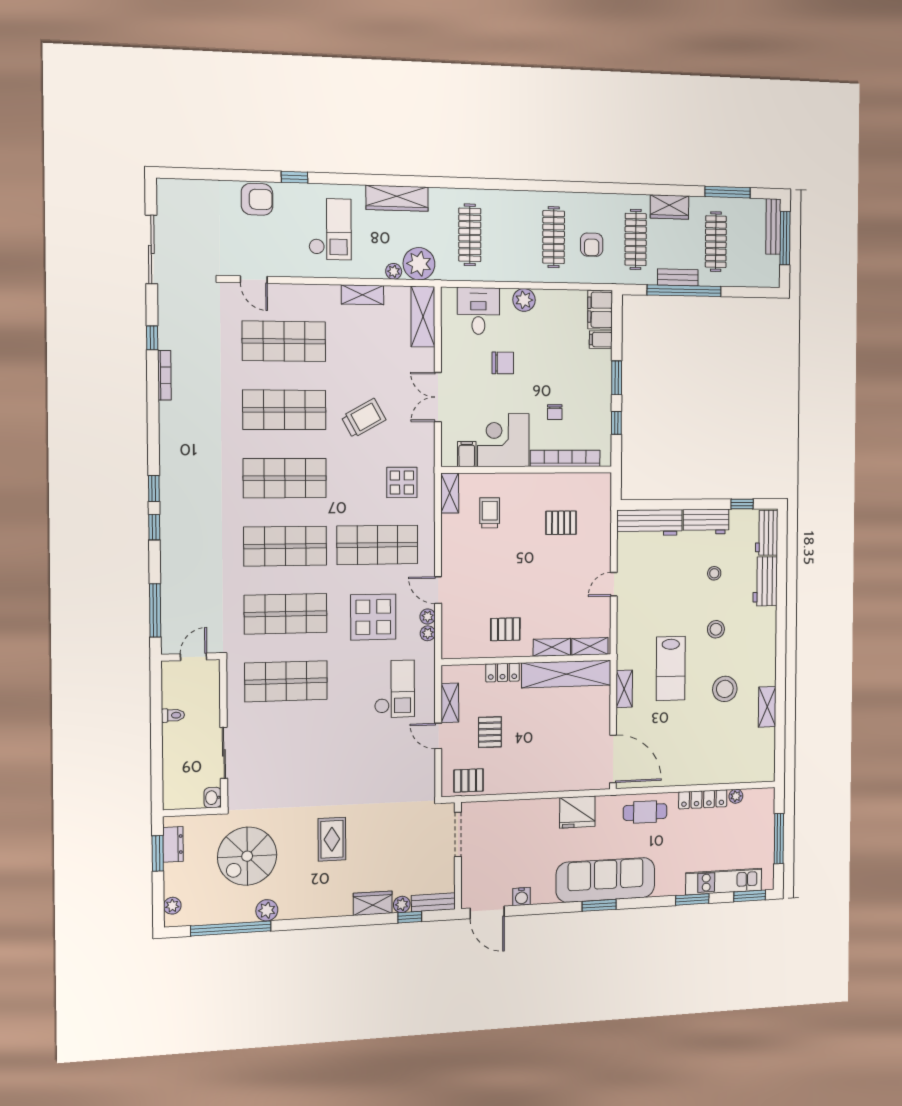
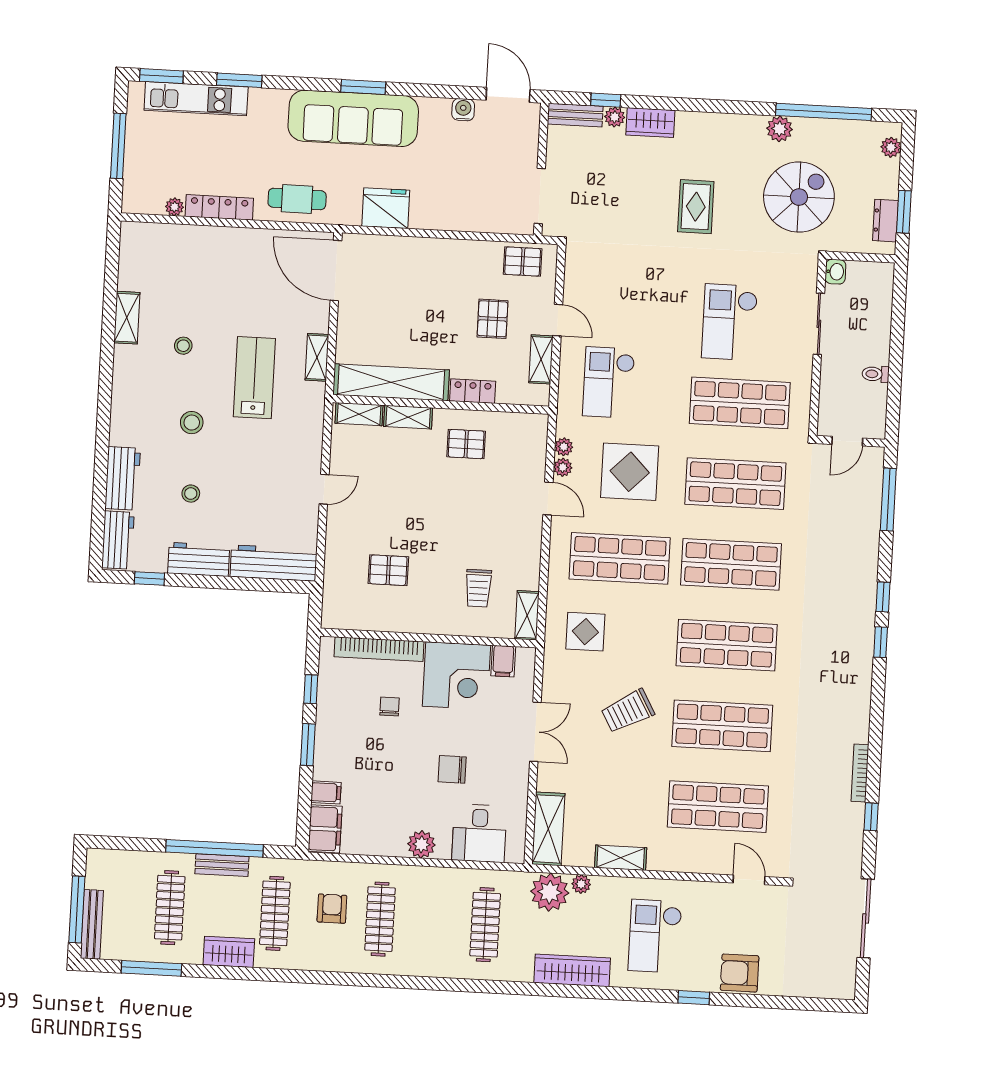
stool: (725, 689) -> (183, 346), width x0.53, depth x0.53
checkout: (298, 747) -> (730, 322), added

